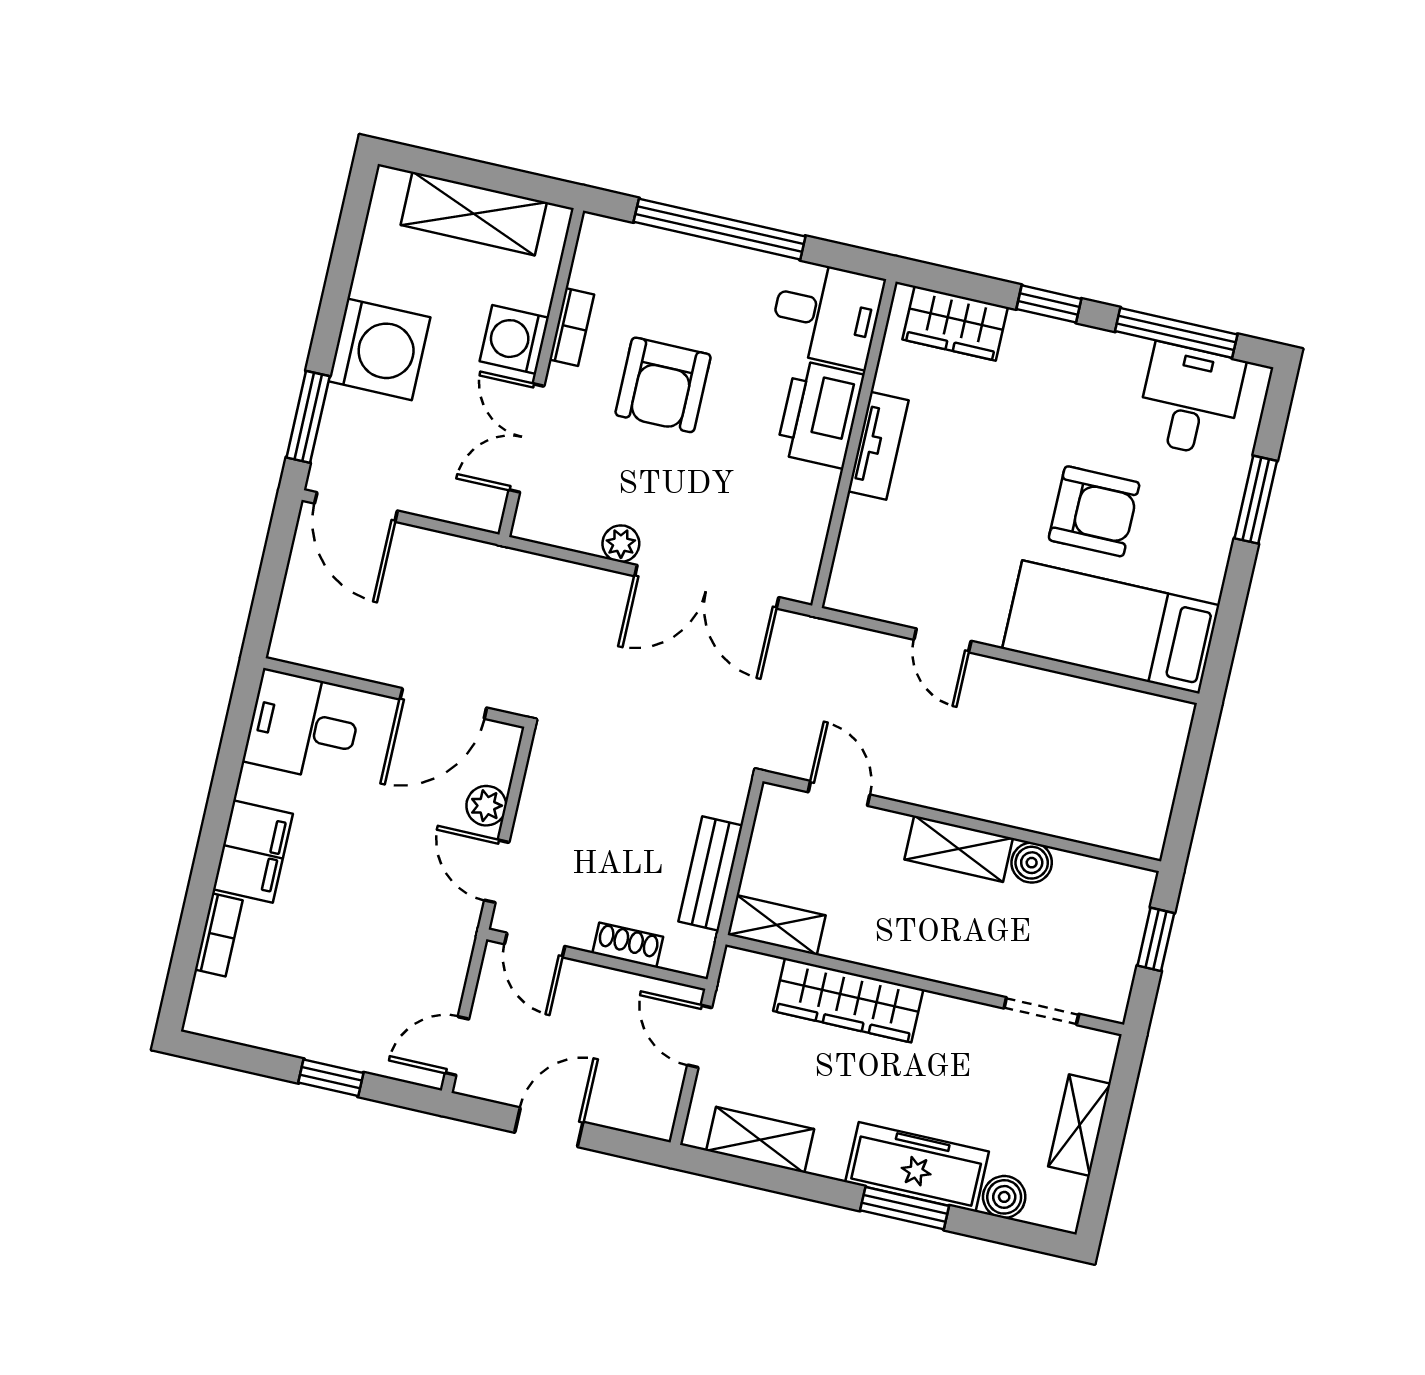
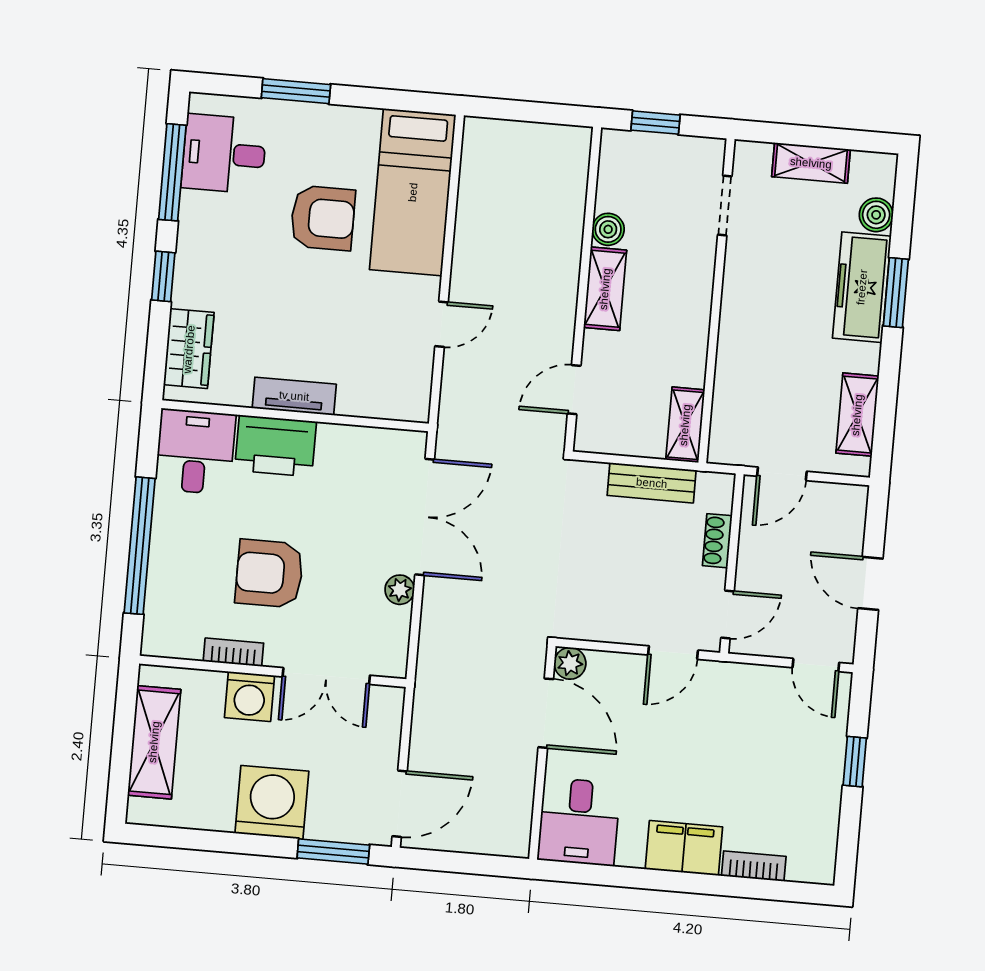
armchair: (663, 385) -> (269, 574), turned 180
armchair: (1094, 511) -> (323, 218), turned 90
plant: (486, 806) -> (570, 663), moved
wardrobe: (848, 1000) -> (737, 360), removed

